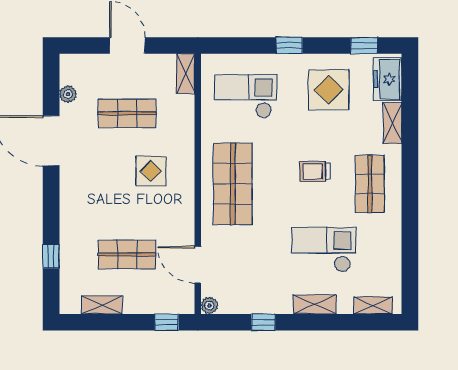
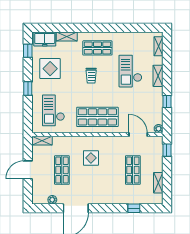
door: (198, 265) -> (138, 134), swing flipped

